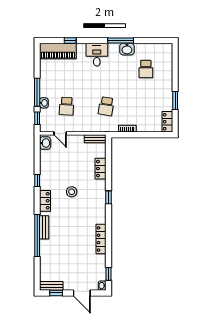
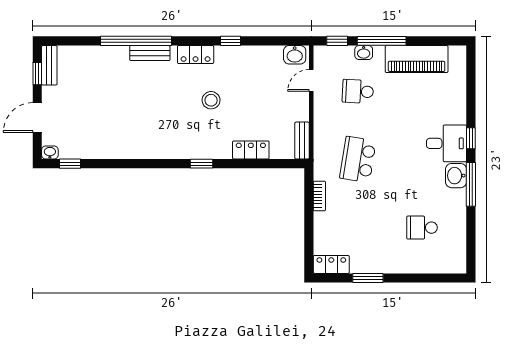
window: (70, 40) -> (471, 138), moved
washbasin: (127, 49) -> (456, 176), moved
piano: (58, 51) -> (417, 59), moved, turned -90
school desk: (106, 106) -> (358, 159), width x1.85
locker: (101, 239) -> (130, 151), removed

